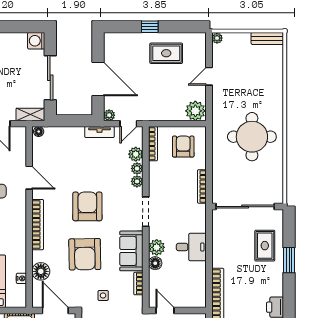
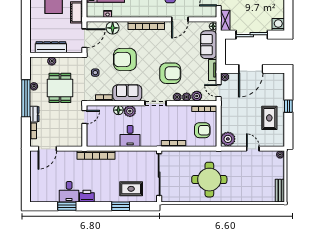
sofa: (64, 138) -> (209, 45), added
armchair: (87, 206) -> (170, 73), moved

